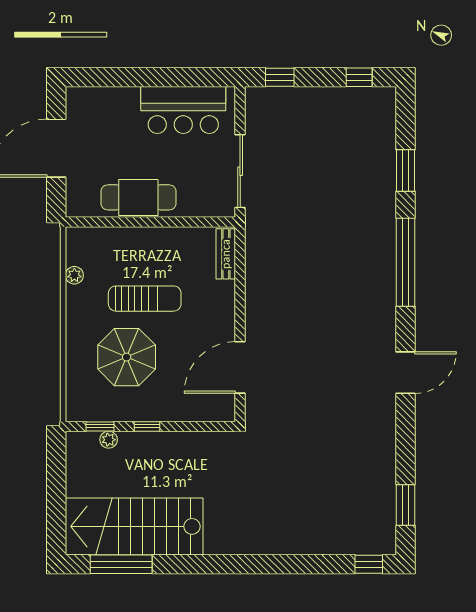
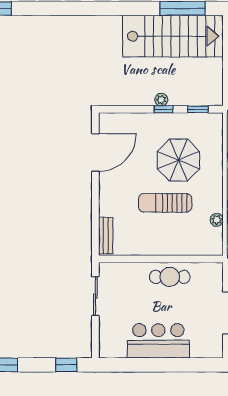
bar counter: (183, 110) -> (158, 341), moved
sliding door: (240, 171) -> (95, 296), width x0.73
cafe table: (138, 197) -> (170, 277), width x0.73, depth x0.74
plant: (109, 440) -> (161, 100), moved

